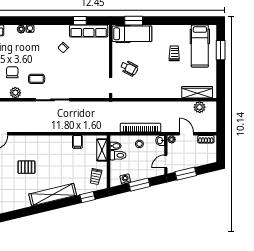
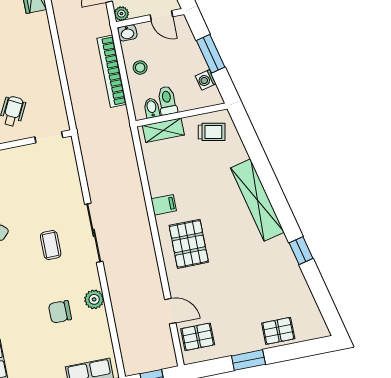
coffee table: (37, 79) -> (51, 245), moved
filing cabinet: (77, 142) -> (164, 205), moved
pallet: (26, 167) -> (189, 244), moved, width x1.50, depth x1.42
window: (87, 197) -> (301, 251), moved

